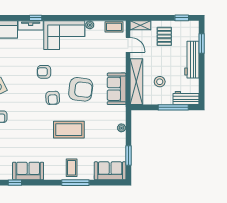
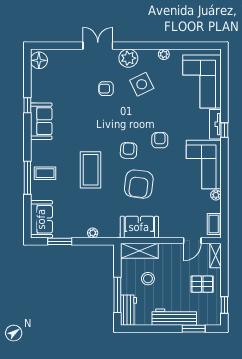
shelving: (136, 82) -> (139, 251), width x0.68
armchair: (53, 98) -> (129, 151), turned 96

